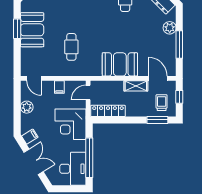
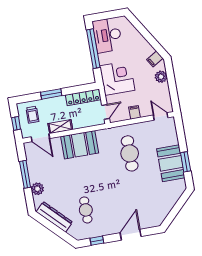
cafe table: (71, 47) -> (130, 153), width x1.37, depth x1.35
plant: (27, 107) -> (161, 77), moved
window: (157, 120) -> (51, 94), moved
double door: (34, 162) -> (147, 35), removed

